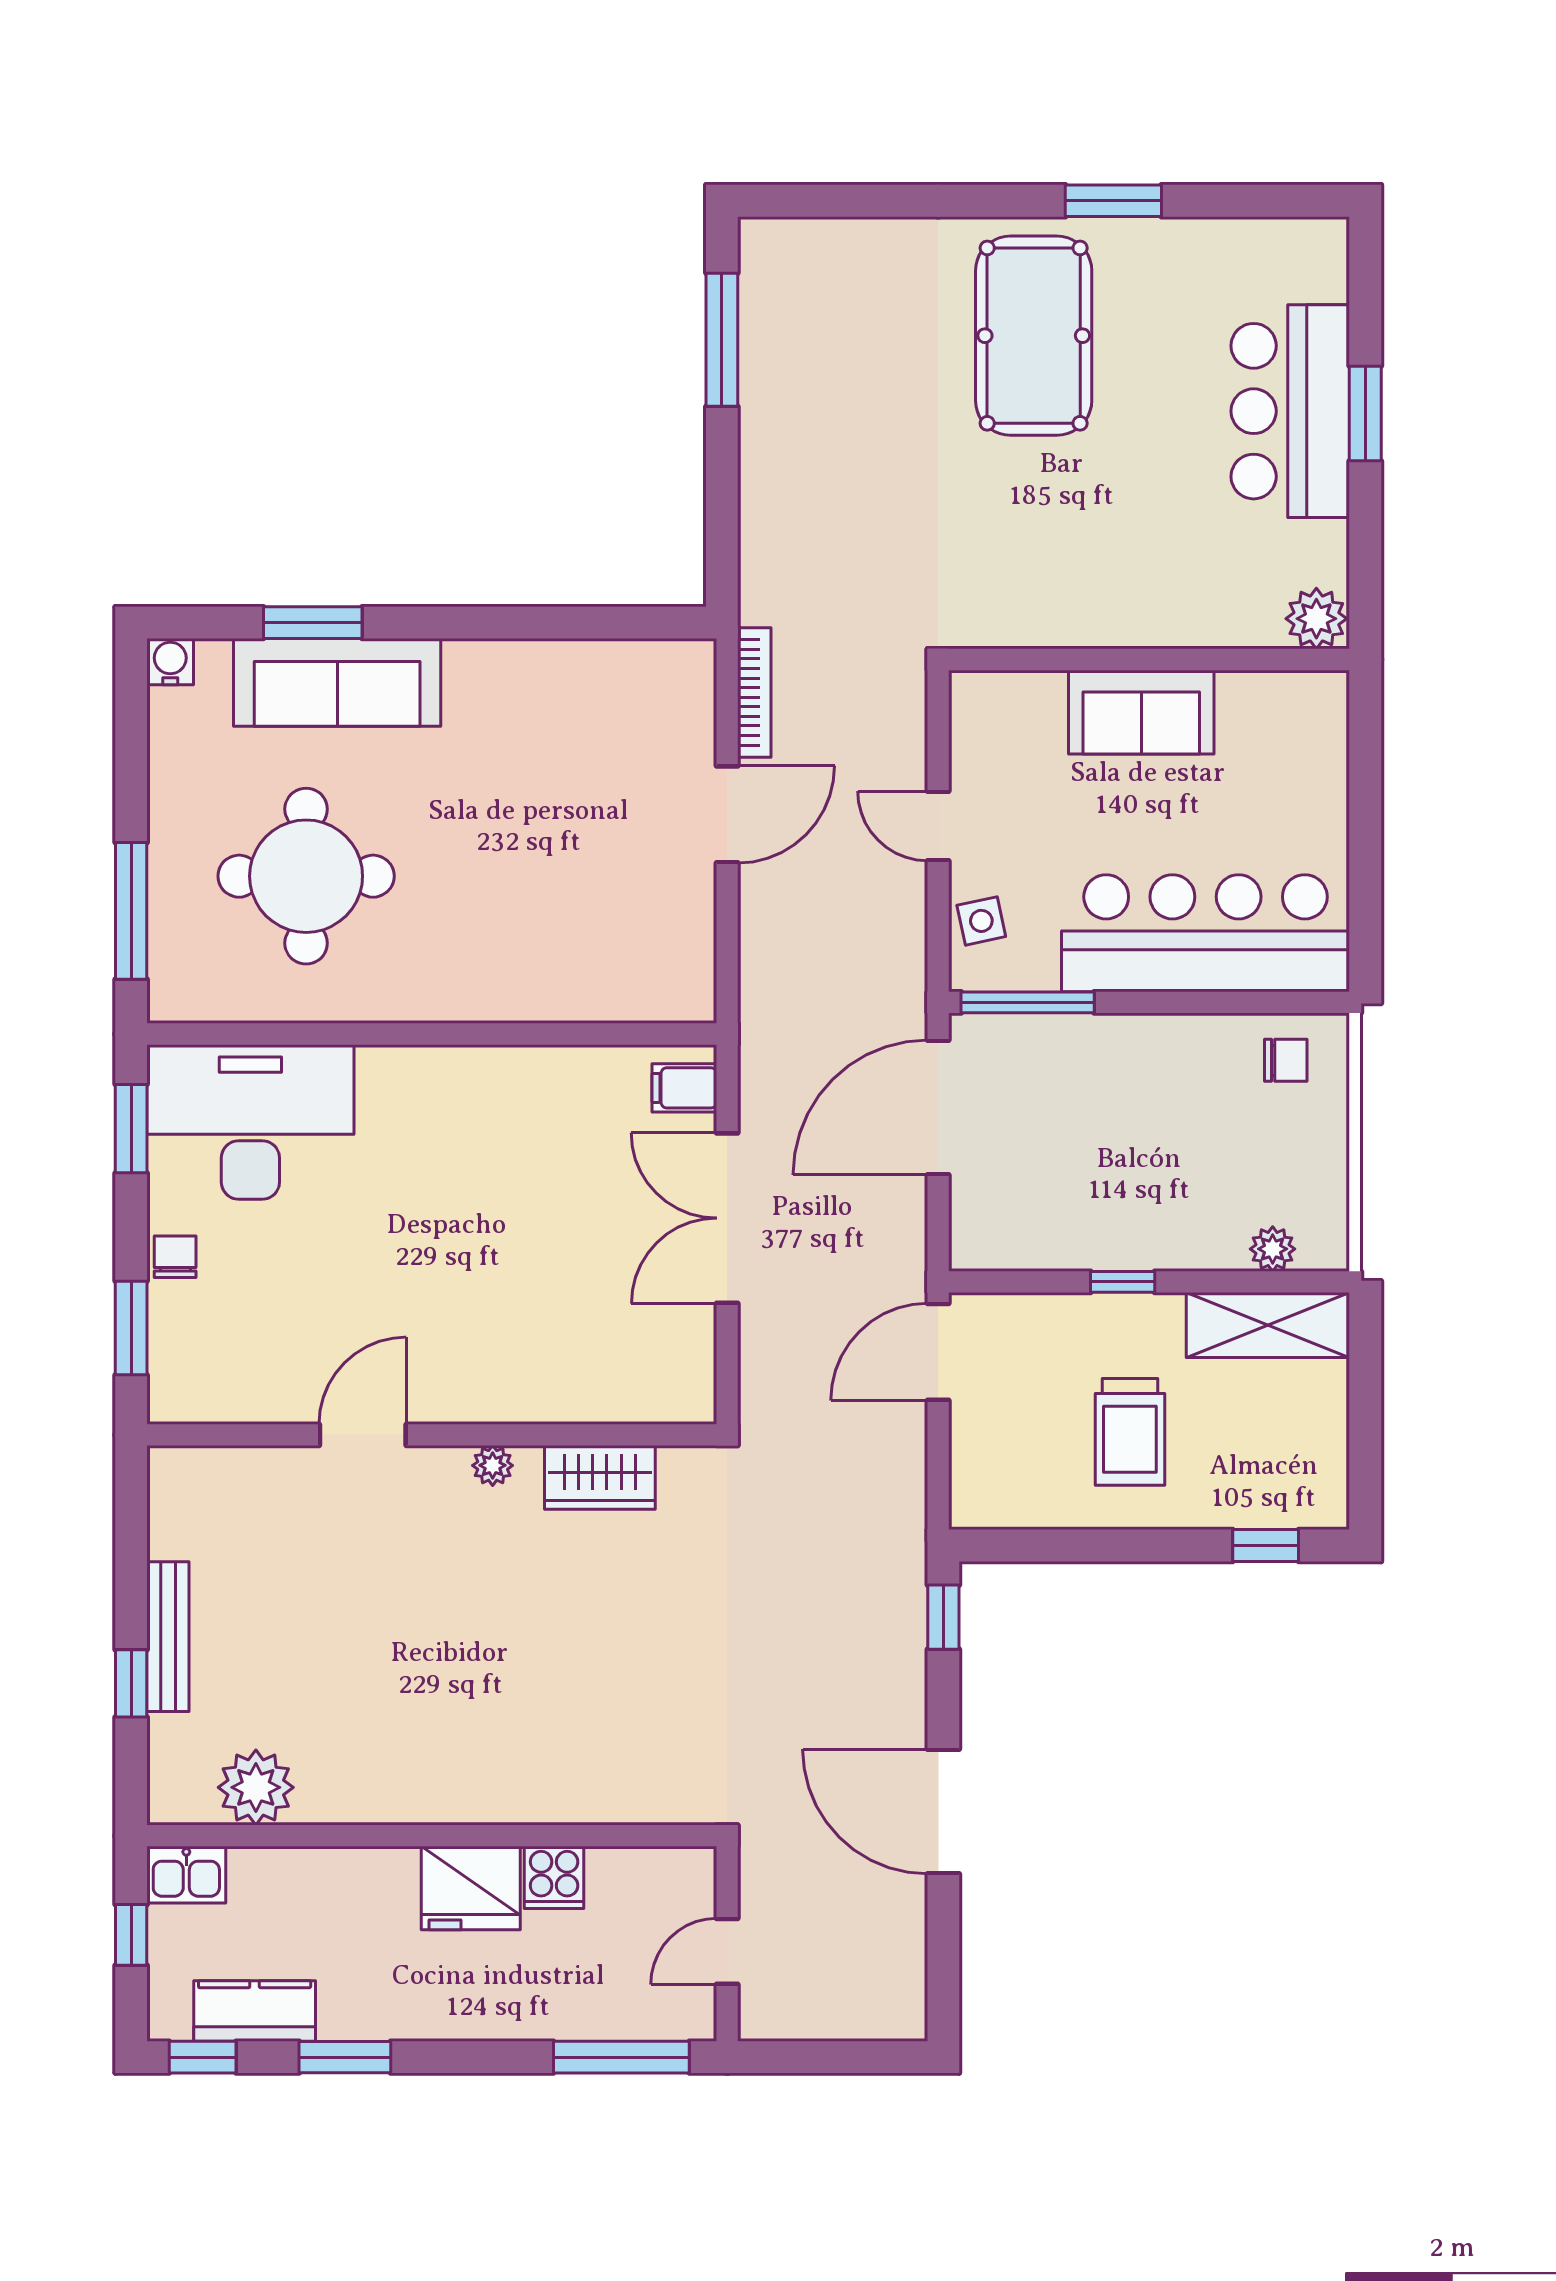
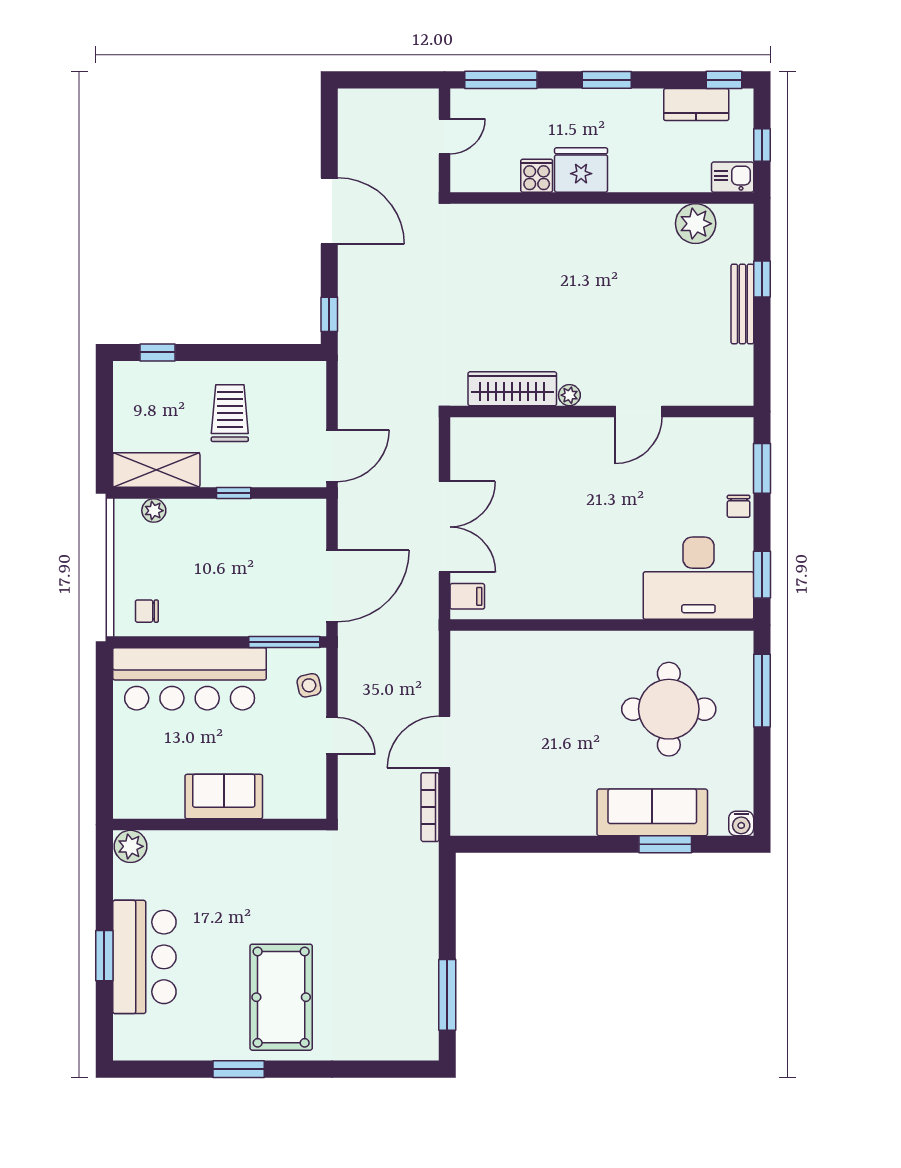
wardrobe: (600, 1477) -> (512, 389), width x1.50
window: (345, 2057) -> (607, 80), moved

